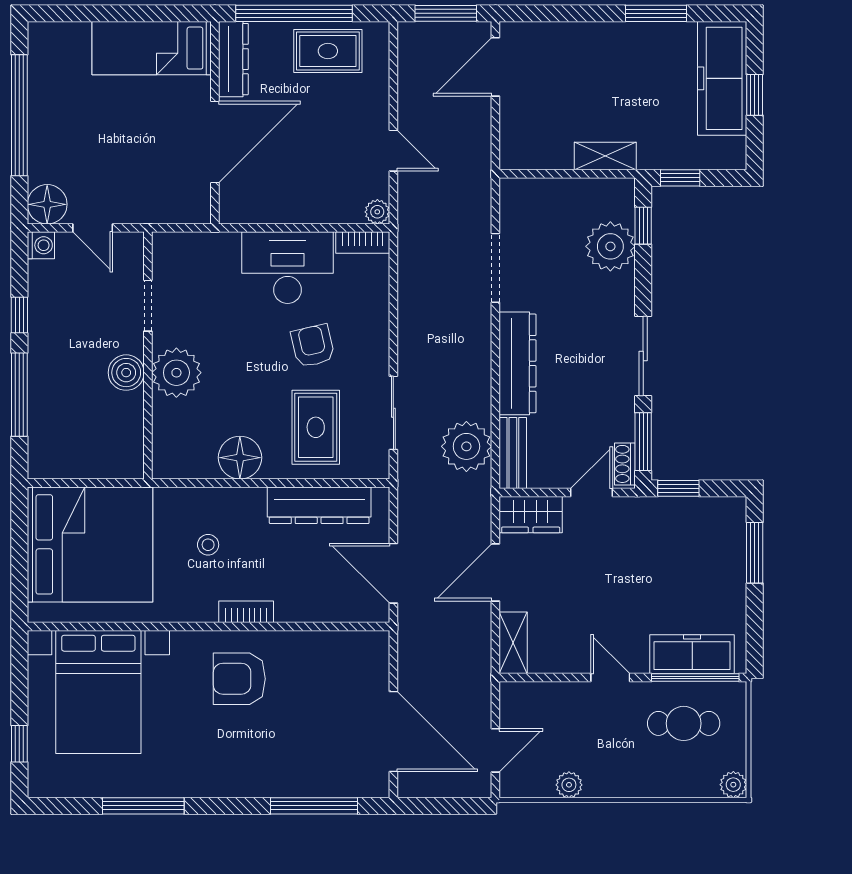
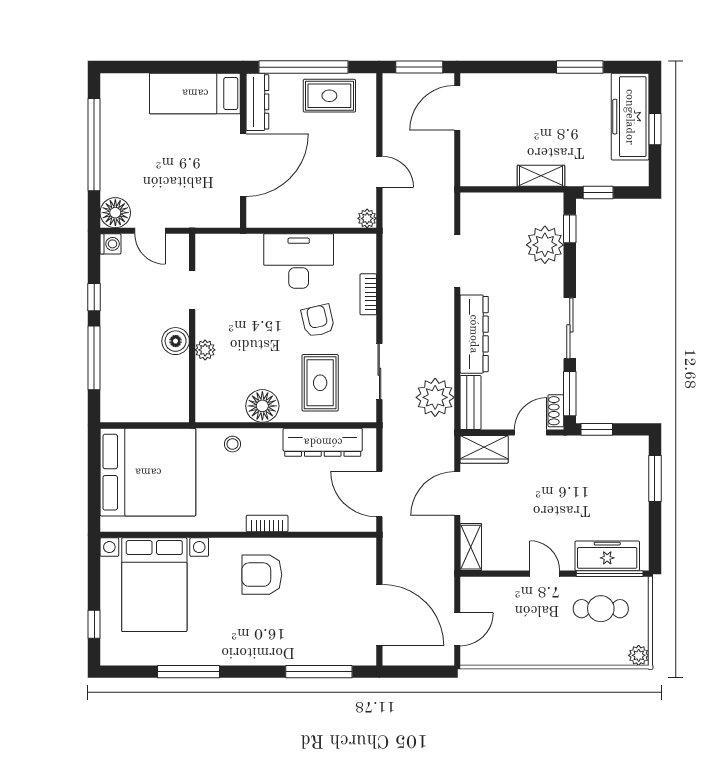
bookcase: (363, 243) -> (368, 294), moved, turned 90
plant: (176, 373) -> (205, 350), width x0.53, depth x0.53
stool: (208, 545) -> (232, 444), moved
plant: (569, 785) -> (513, 656), removed

